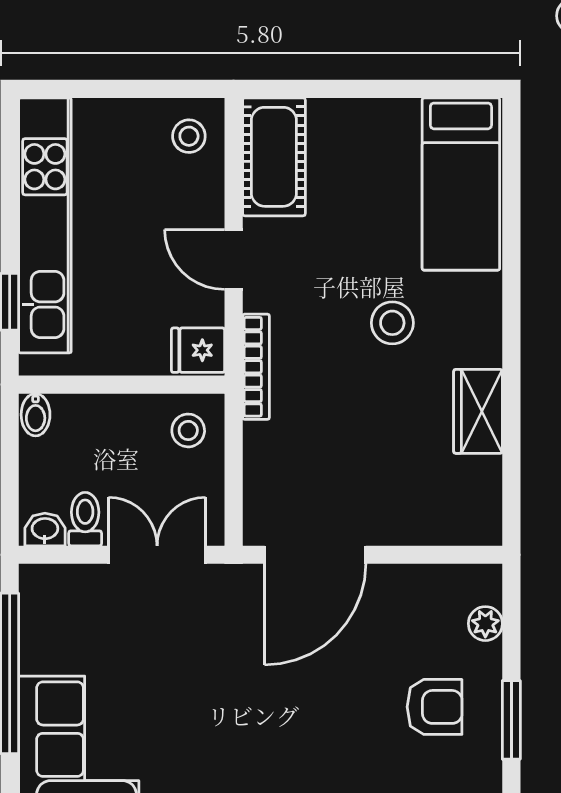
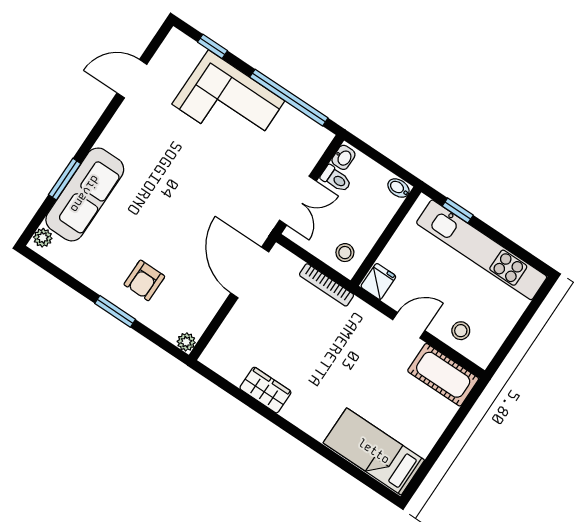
stool: (189, 136) -> (461, 331), moved
stool: (392, 323) -> (332, 378), removed
bookcase: (256, 367) -> (327, 285), moved
plant: (485, 624) -> (186, 342), moved

